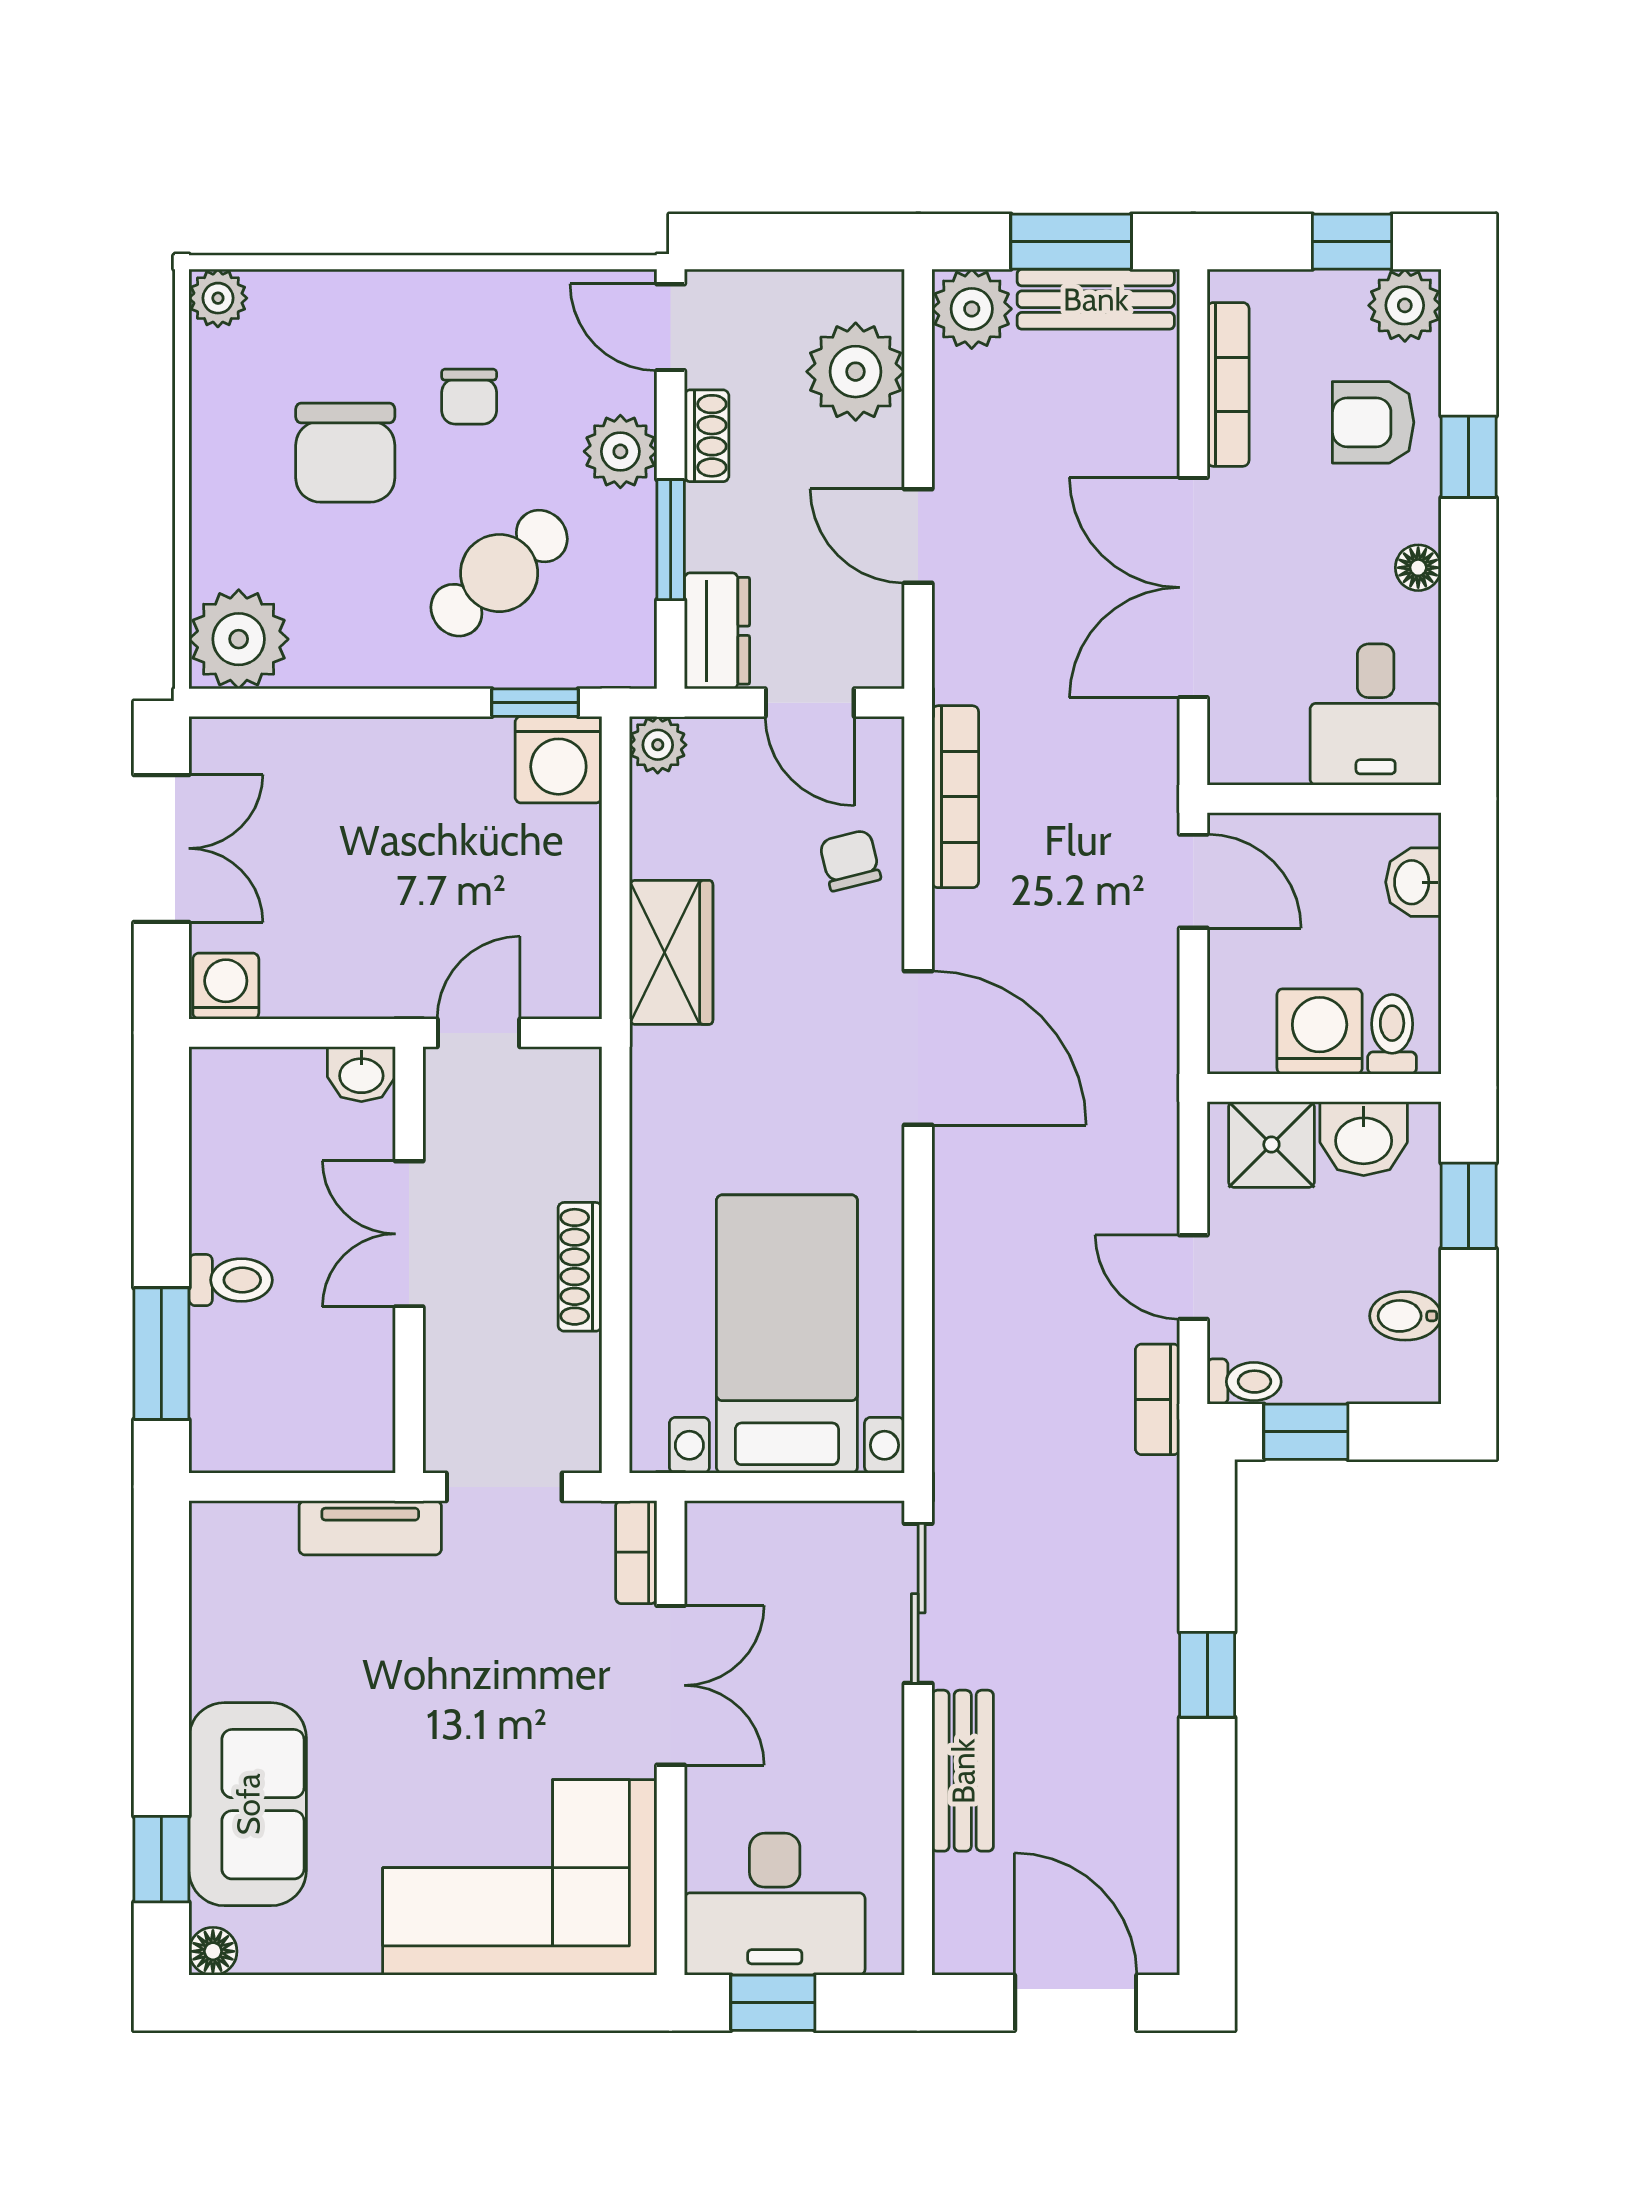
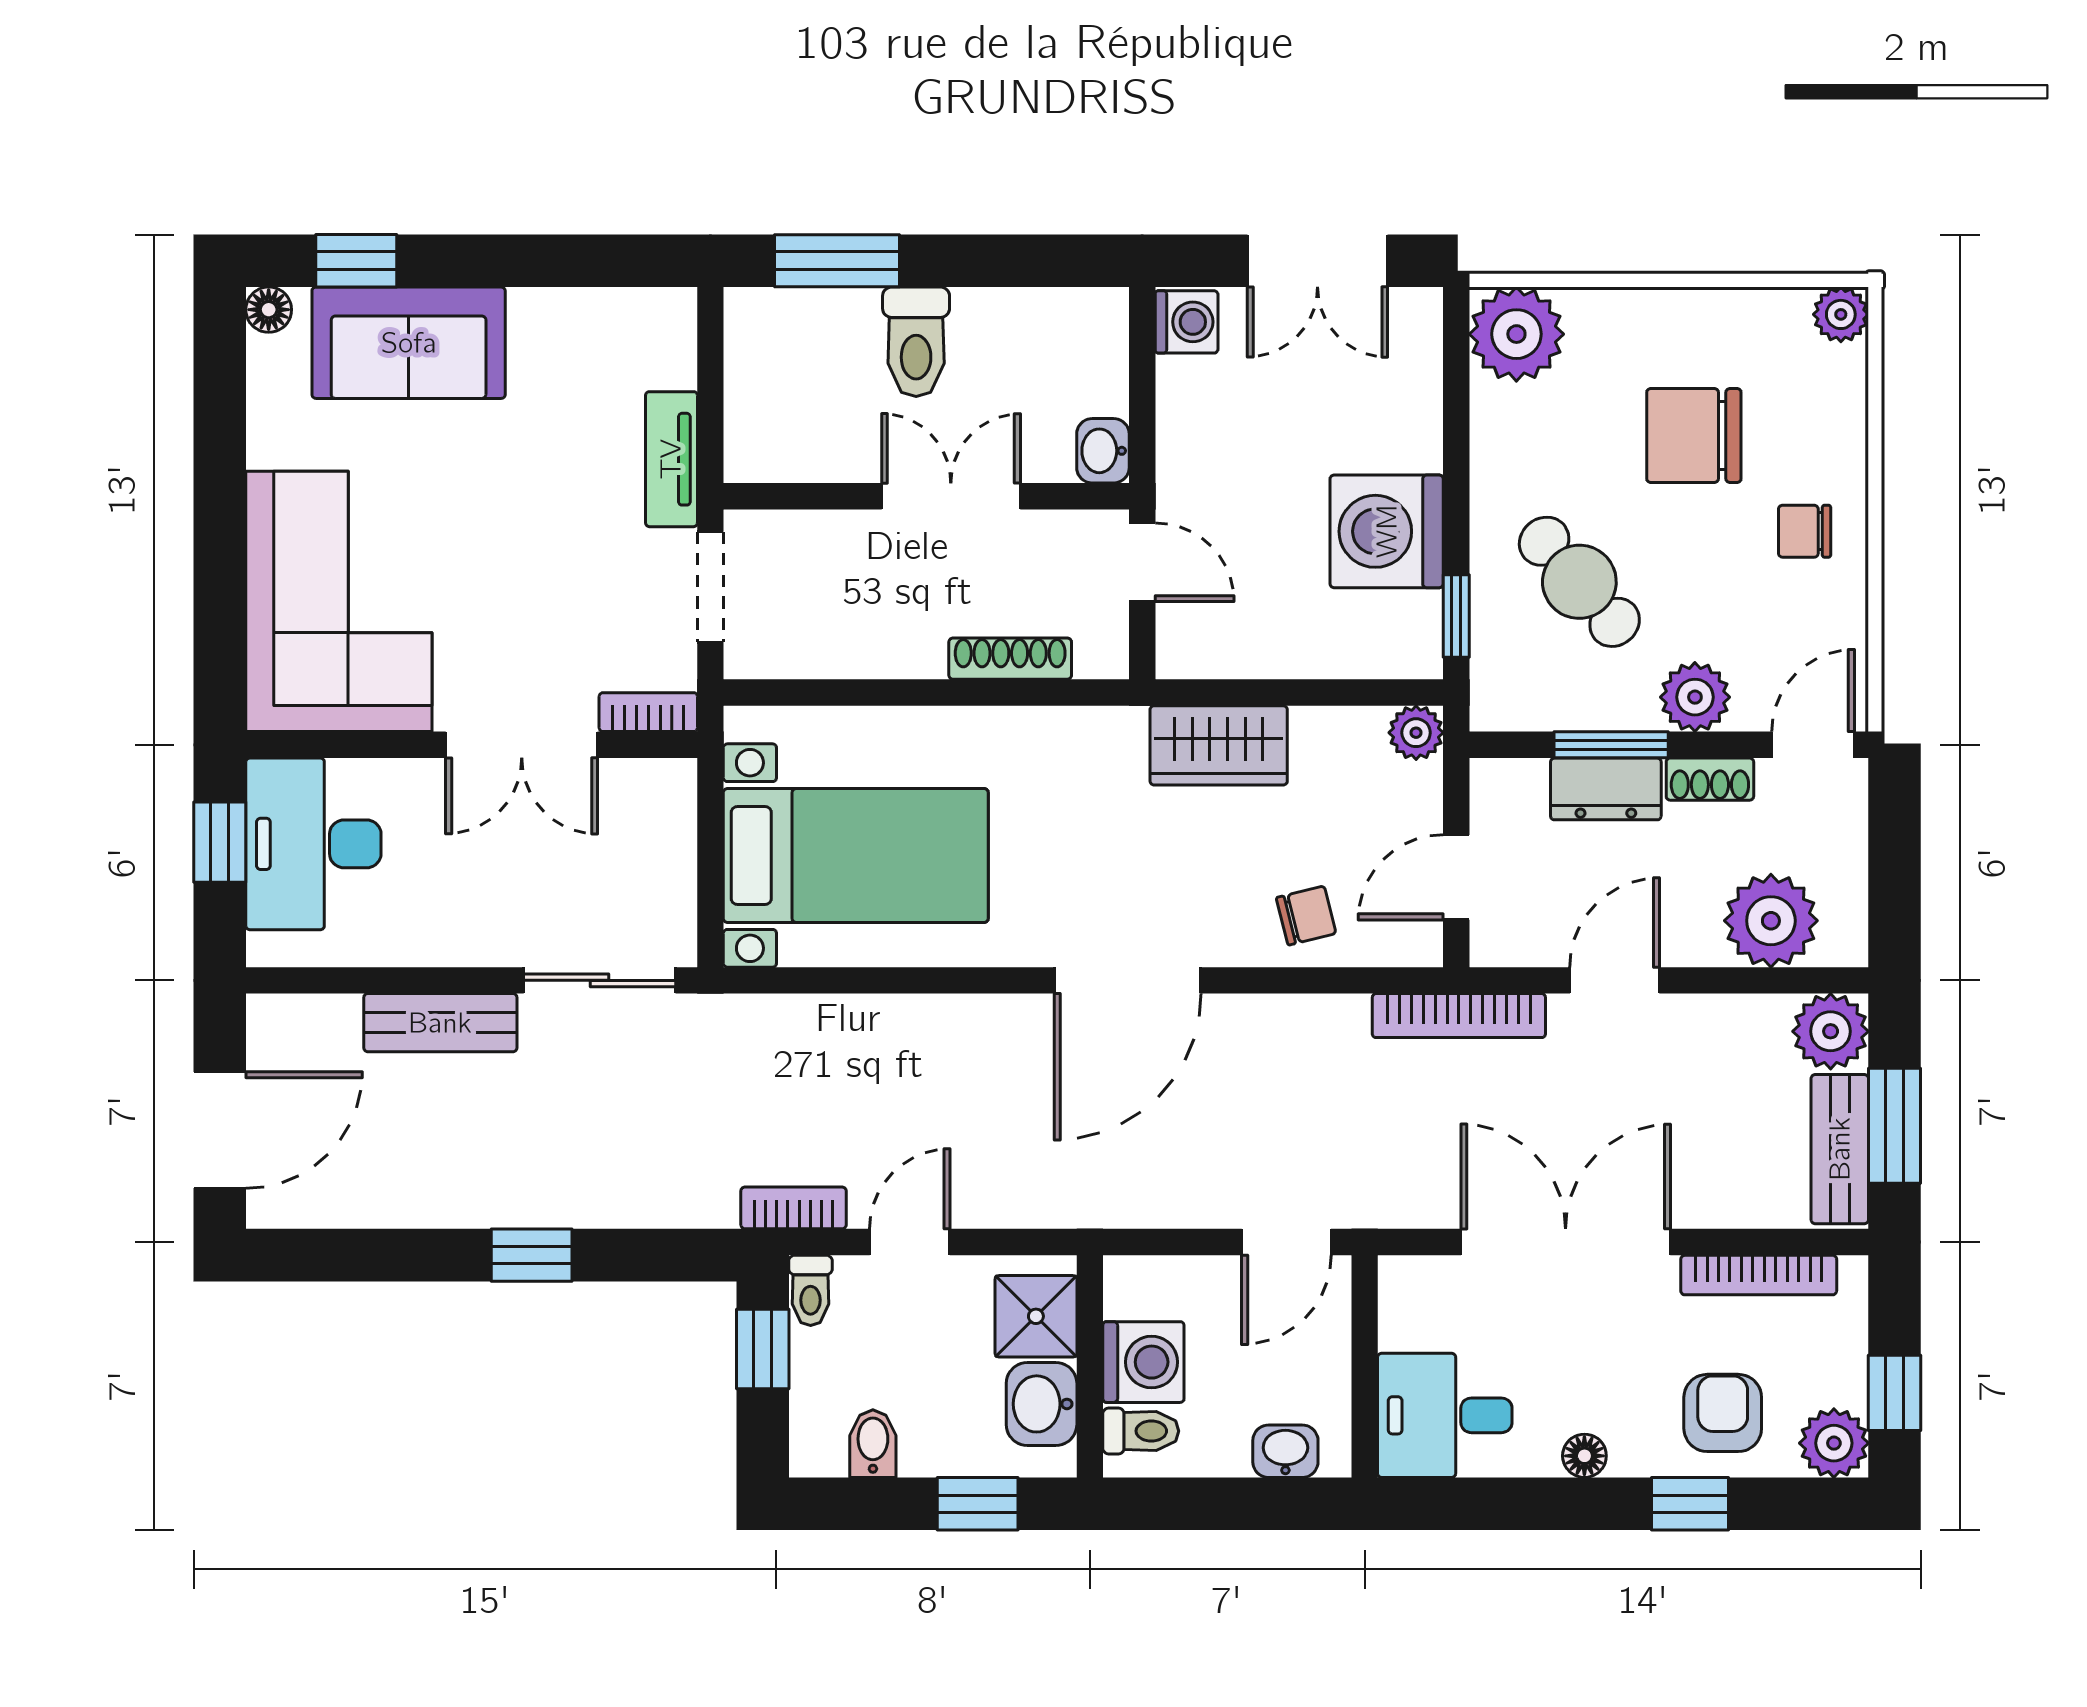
chair: (469, 397) -> (1805, 531), moved
dresser: (717, 631) -> (1606, 789), moved
washing machine: (558, 760) -> (1387, 531), moved, width x1.37, depth x1.37
bookcase: (955, 797) -> (1459, 1016), moved
shoe rack: (580, 1267) -> (1010, 659), moved
toilet: (231, 1280) -> (916, 342), width x1.37, depth x1.39

